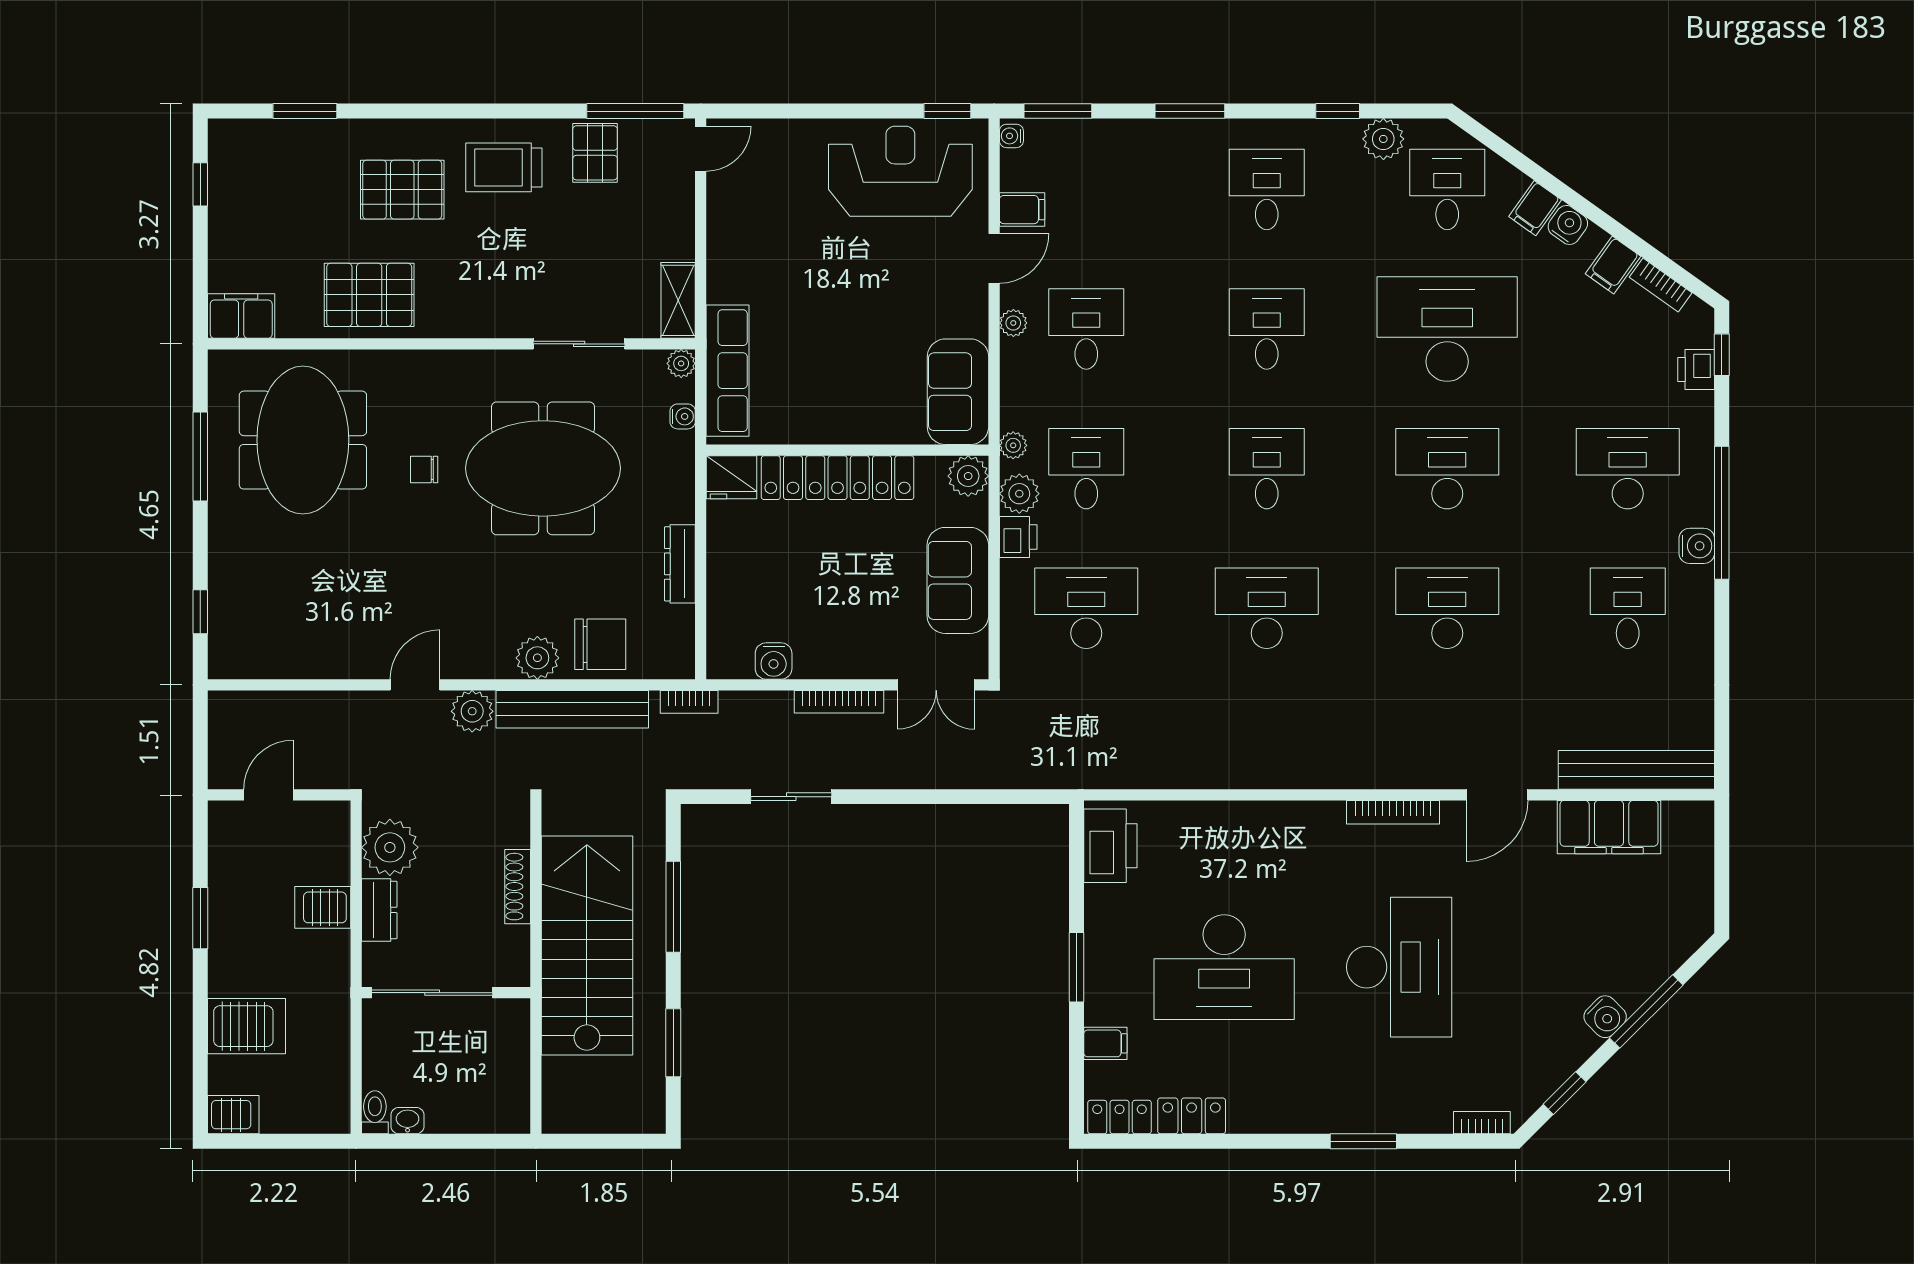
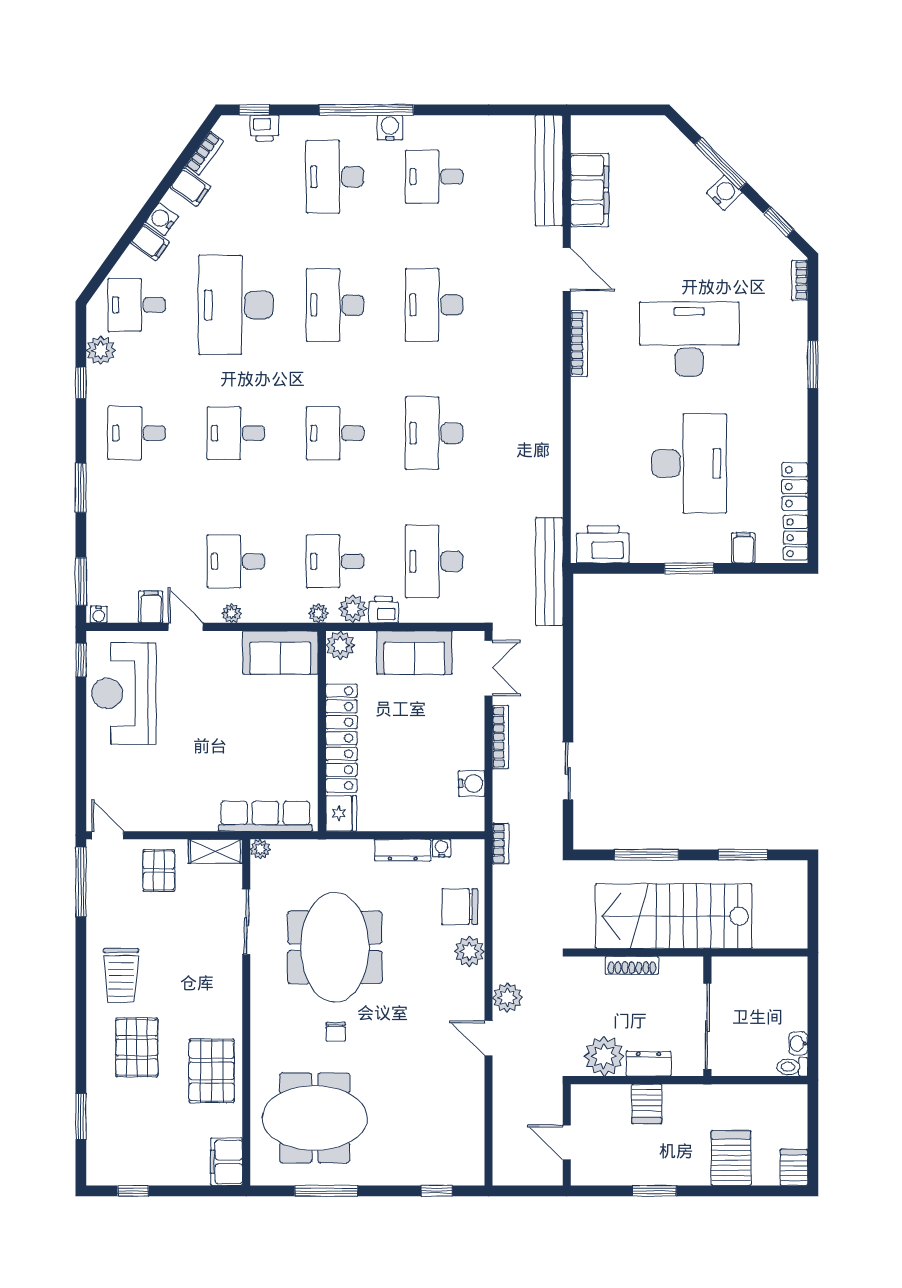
pallet: (595, 153) -> (159, 871), moved, turned 90
water cooler: (683, 416) -> (442, 848), moved
chair: (600, 644) -> (460, 907), turned -90
bench: (572, 709) -> (549, 572), moved

